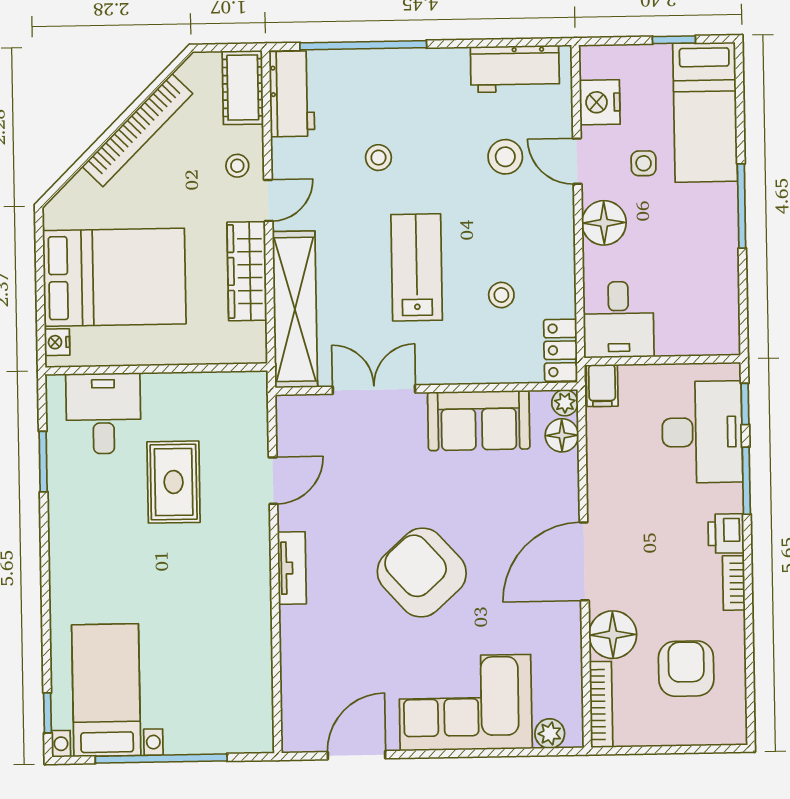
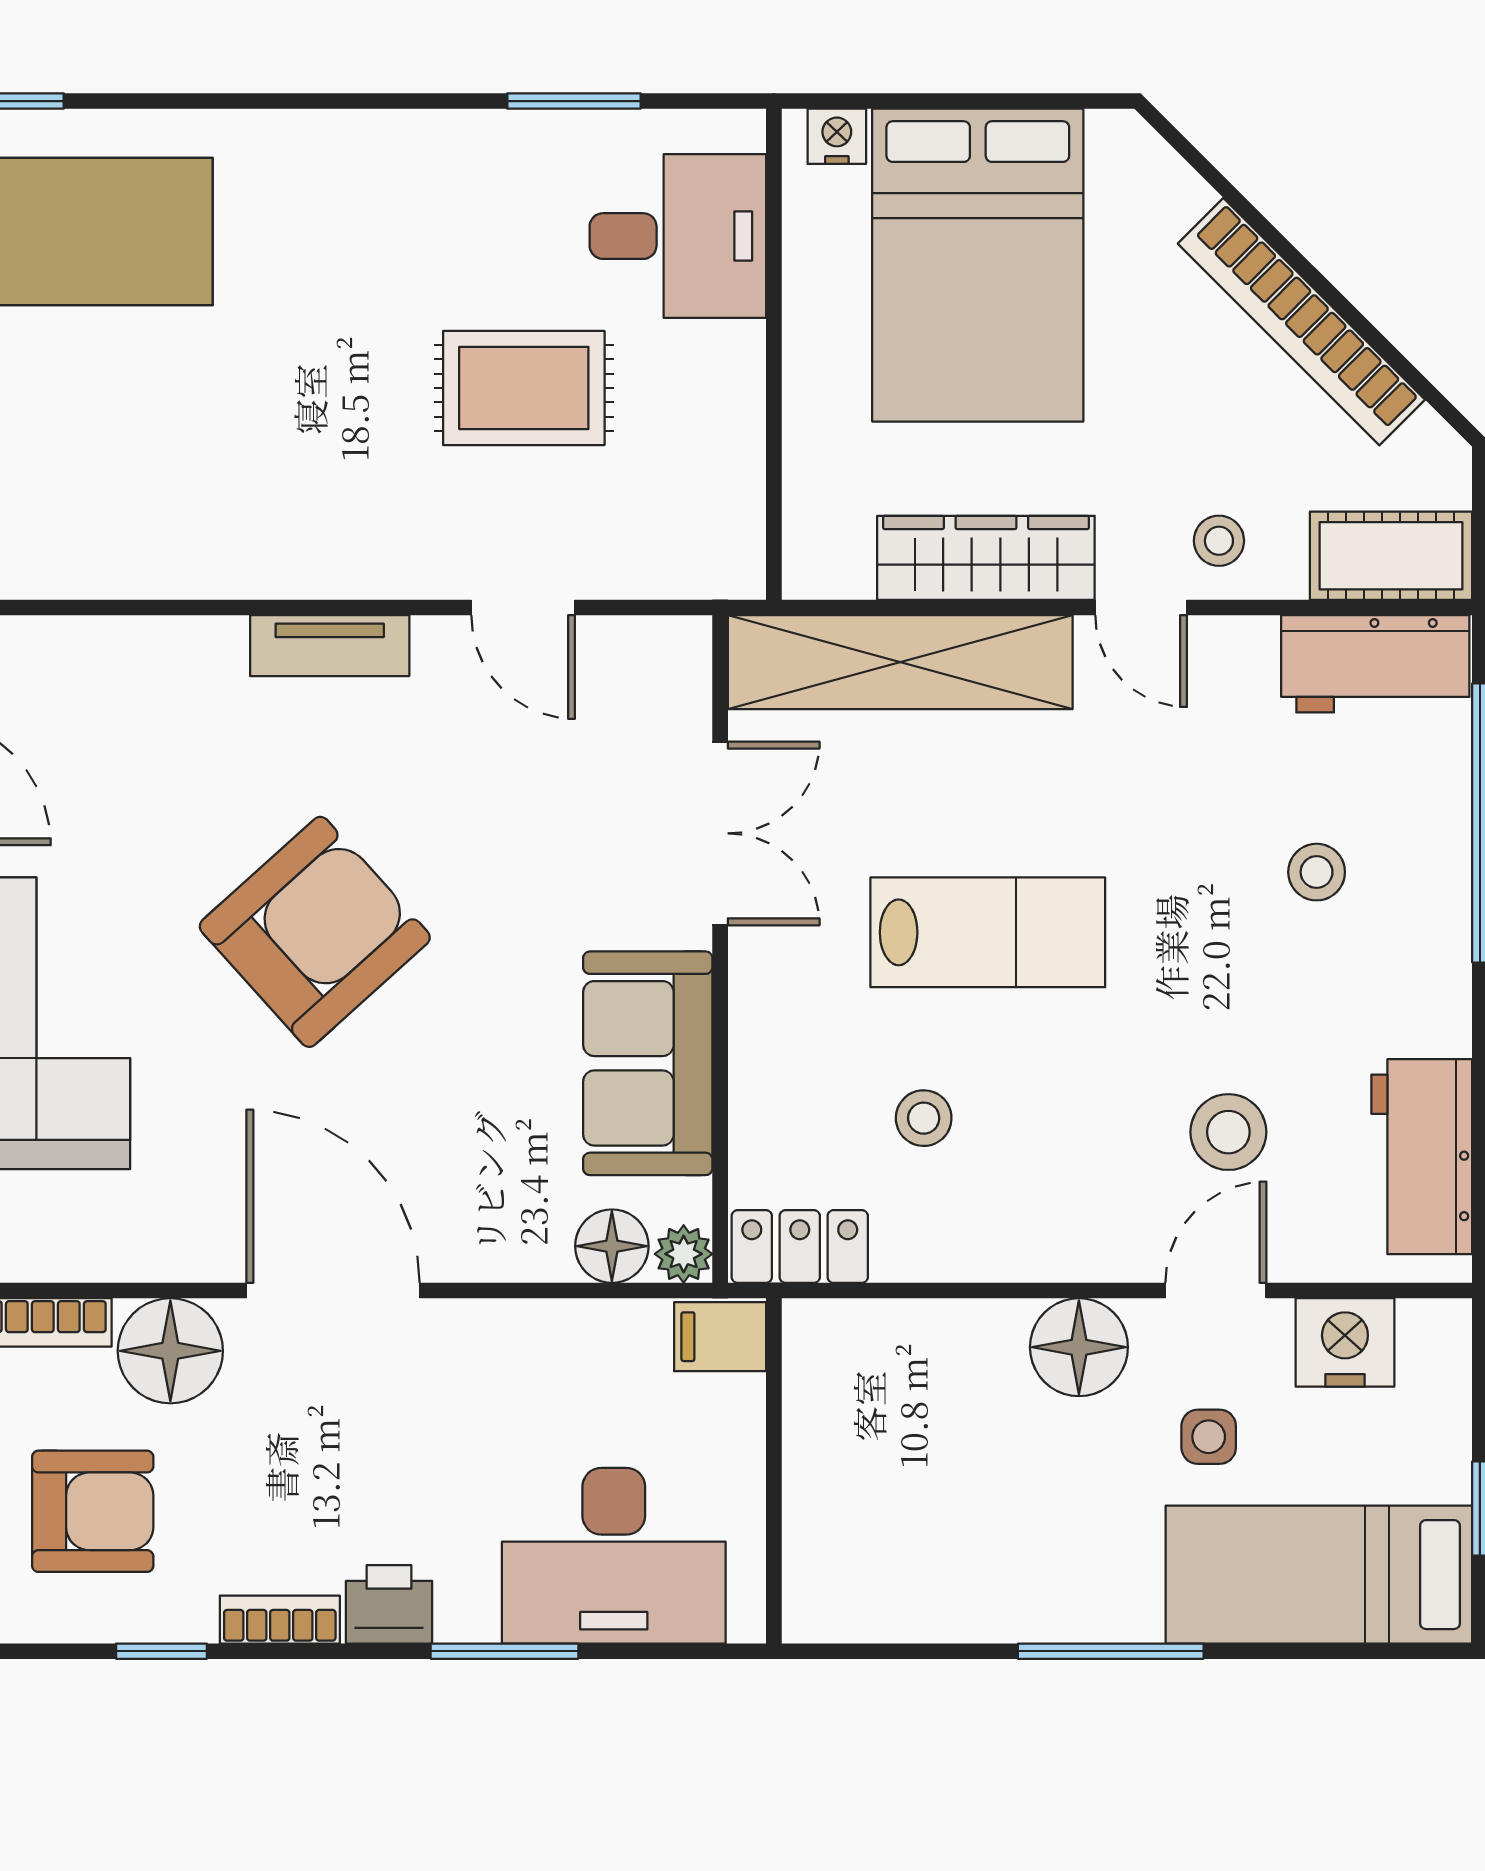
stool: (378, 158) -> (1317, 872), moved
desk: (619, 320) -> (865, 1376), removed
window: (745, 404) -> (161, 1651), moved

